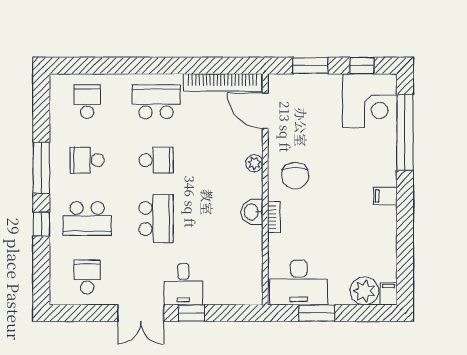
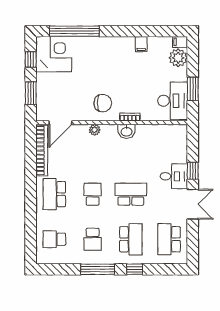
filing cabinet: (385, 196) -> (141, 44), moved
school desk: (87, 277) -> (169, 239), width x1.85

